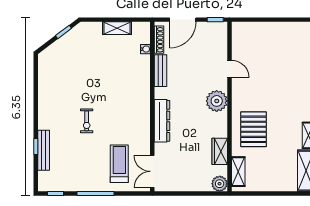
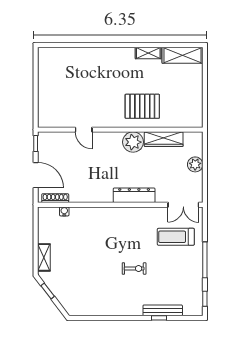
shelving: (117, 28) -> (44, 257), moved
door: (229, 69) -> (84, 130), swing flipped
bench: (160, 71) -> (85, 197), removed
plant: (217, 101) -> (133, 142), moved
wardrobe: (220, 151) -> (164, 139), width x1.50
shelving: (238, 172) -> (183, 121), removed
plant: (220, 184) -> (195, 164), moved

